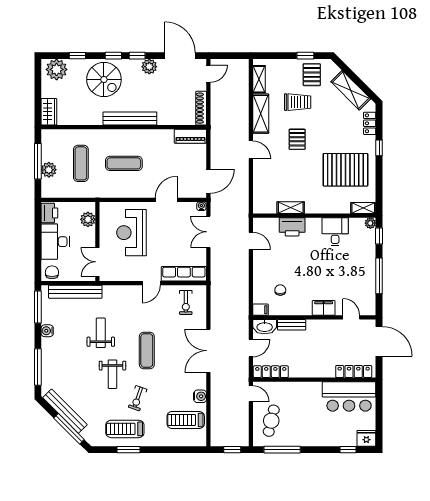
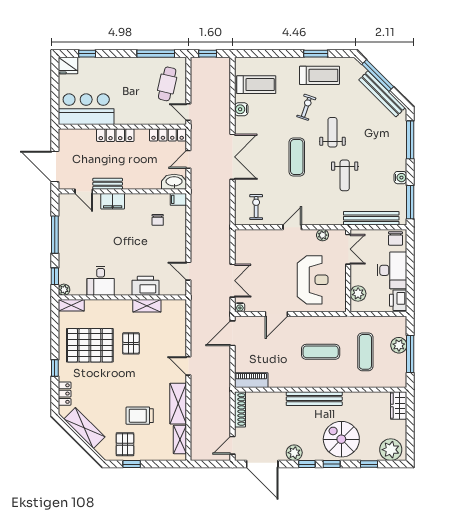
pallet: (297, 139) -> (131, 343), moved
row of seats: (184, 274) -> (258, 237), removed
plant: (122, 275) -> (322, 235), added
bench: (292, 325) -> (108, 184), moved
locker: (354, 371) -> (115, 135), moved

